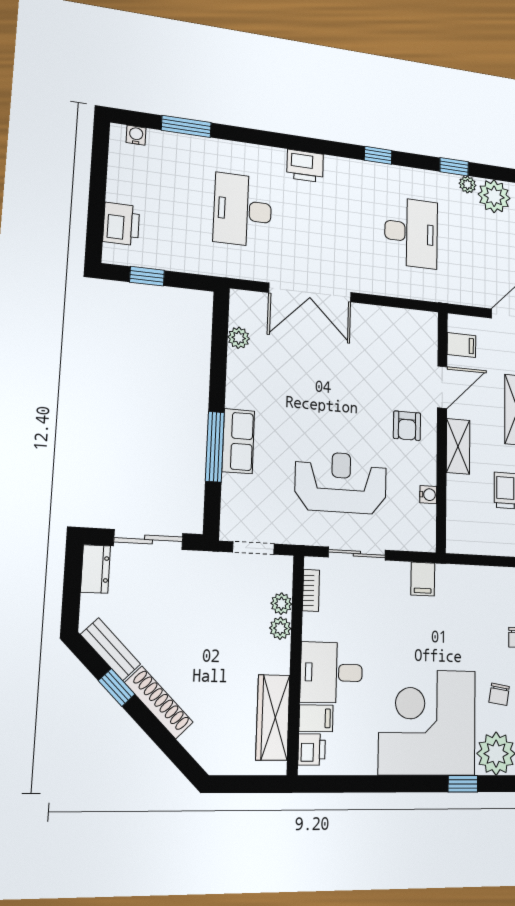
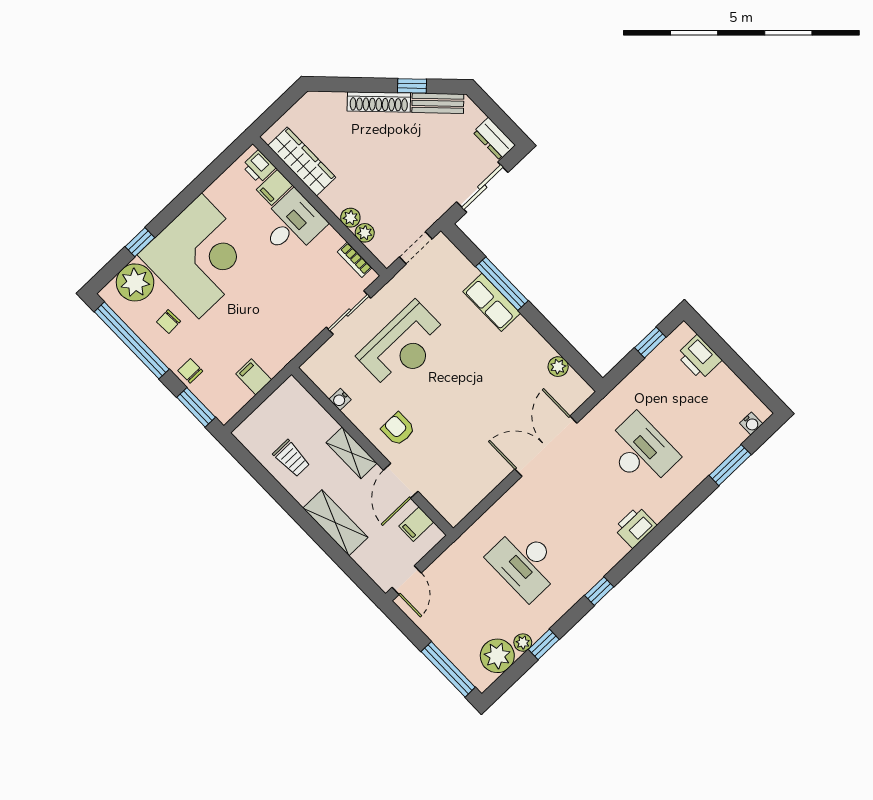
filing cabinet: (423, 579) -> (254, 377), moved
chair: (499, 694) -> (168, 321), turned -102

